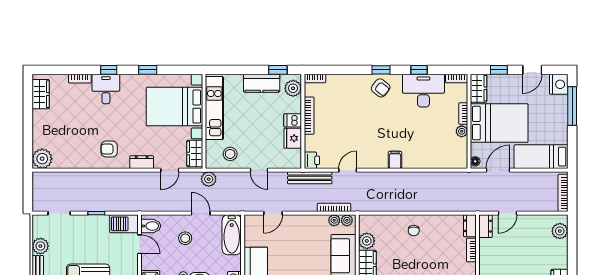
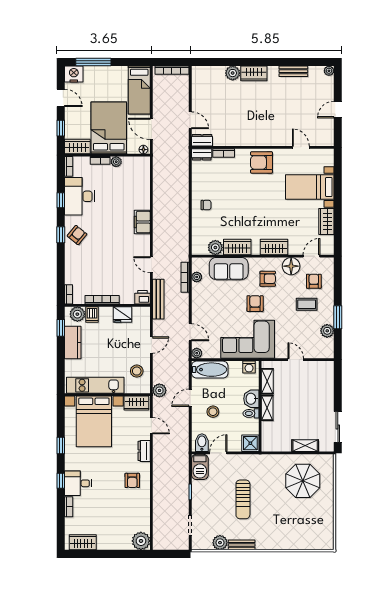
dishwasher: (293, 120) -> (92, 314), moved
filing cabinet: (395, 160) -> (142, 222), width x2.00
plant: (347, 220) -> (197, 353), moved
plant: (560, 231) -> (233, 73), moved

